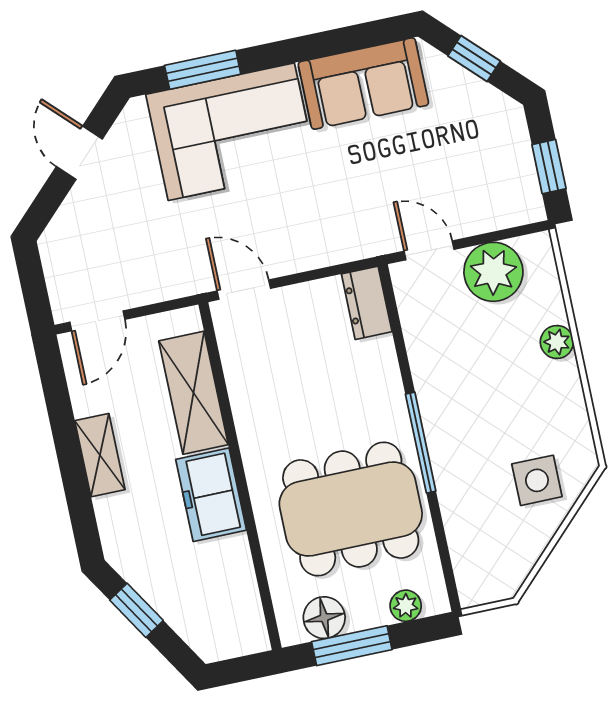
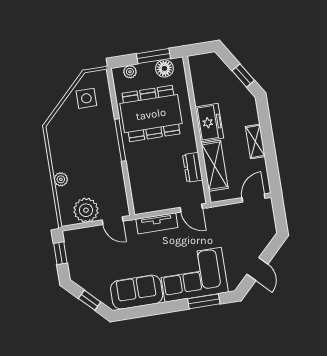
tv unit: (324, 249) -> (157, 223), added
dresser: (367, 303) -> (193, 167), moved, turned 180
side table: (537, 480) -> (86, 98), moved

